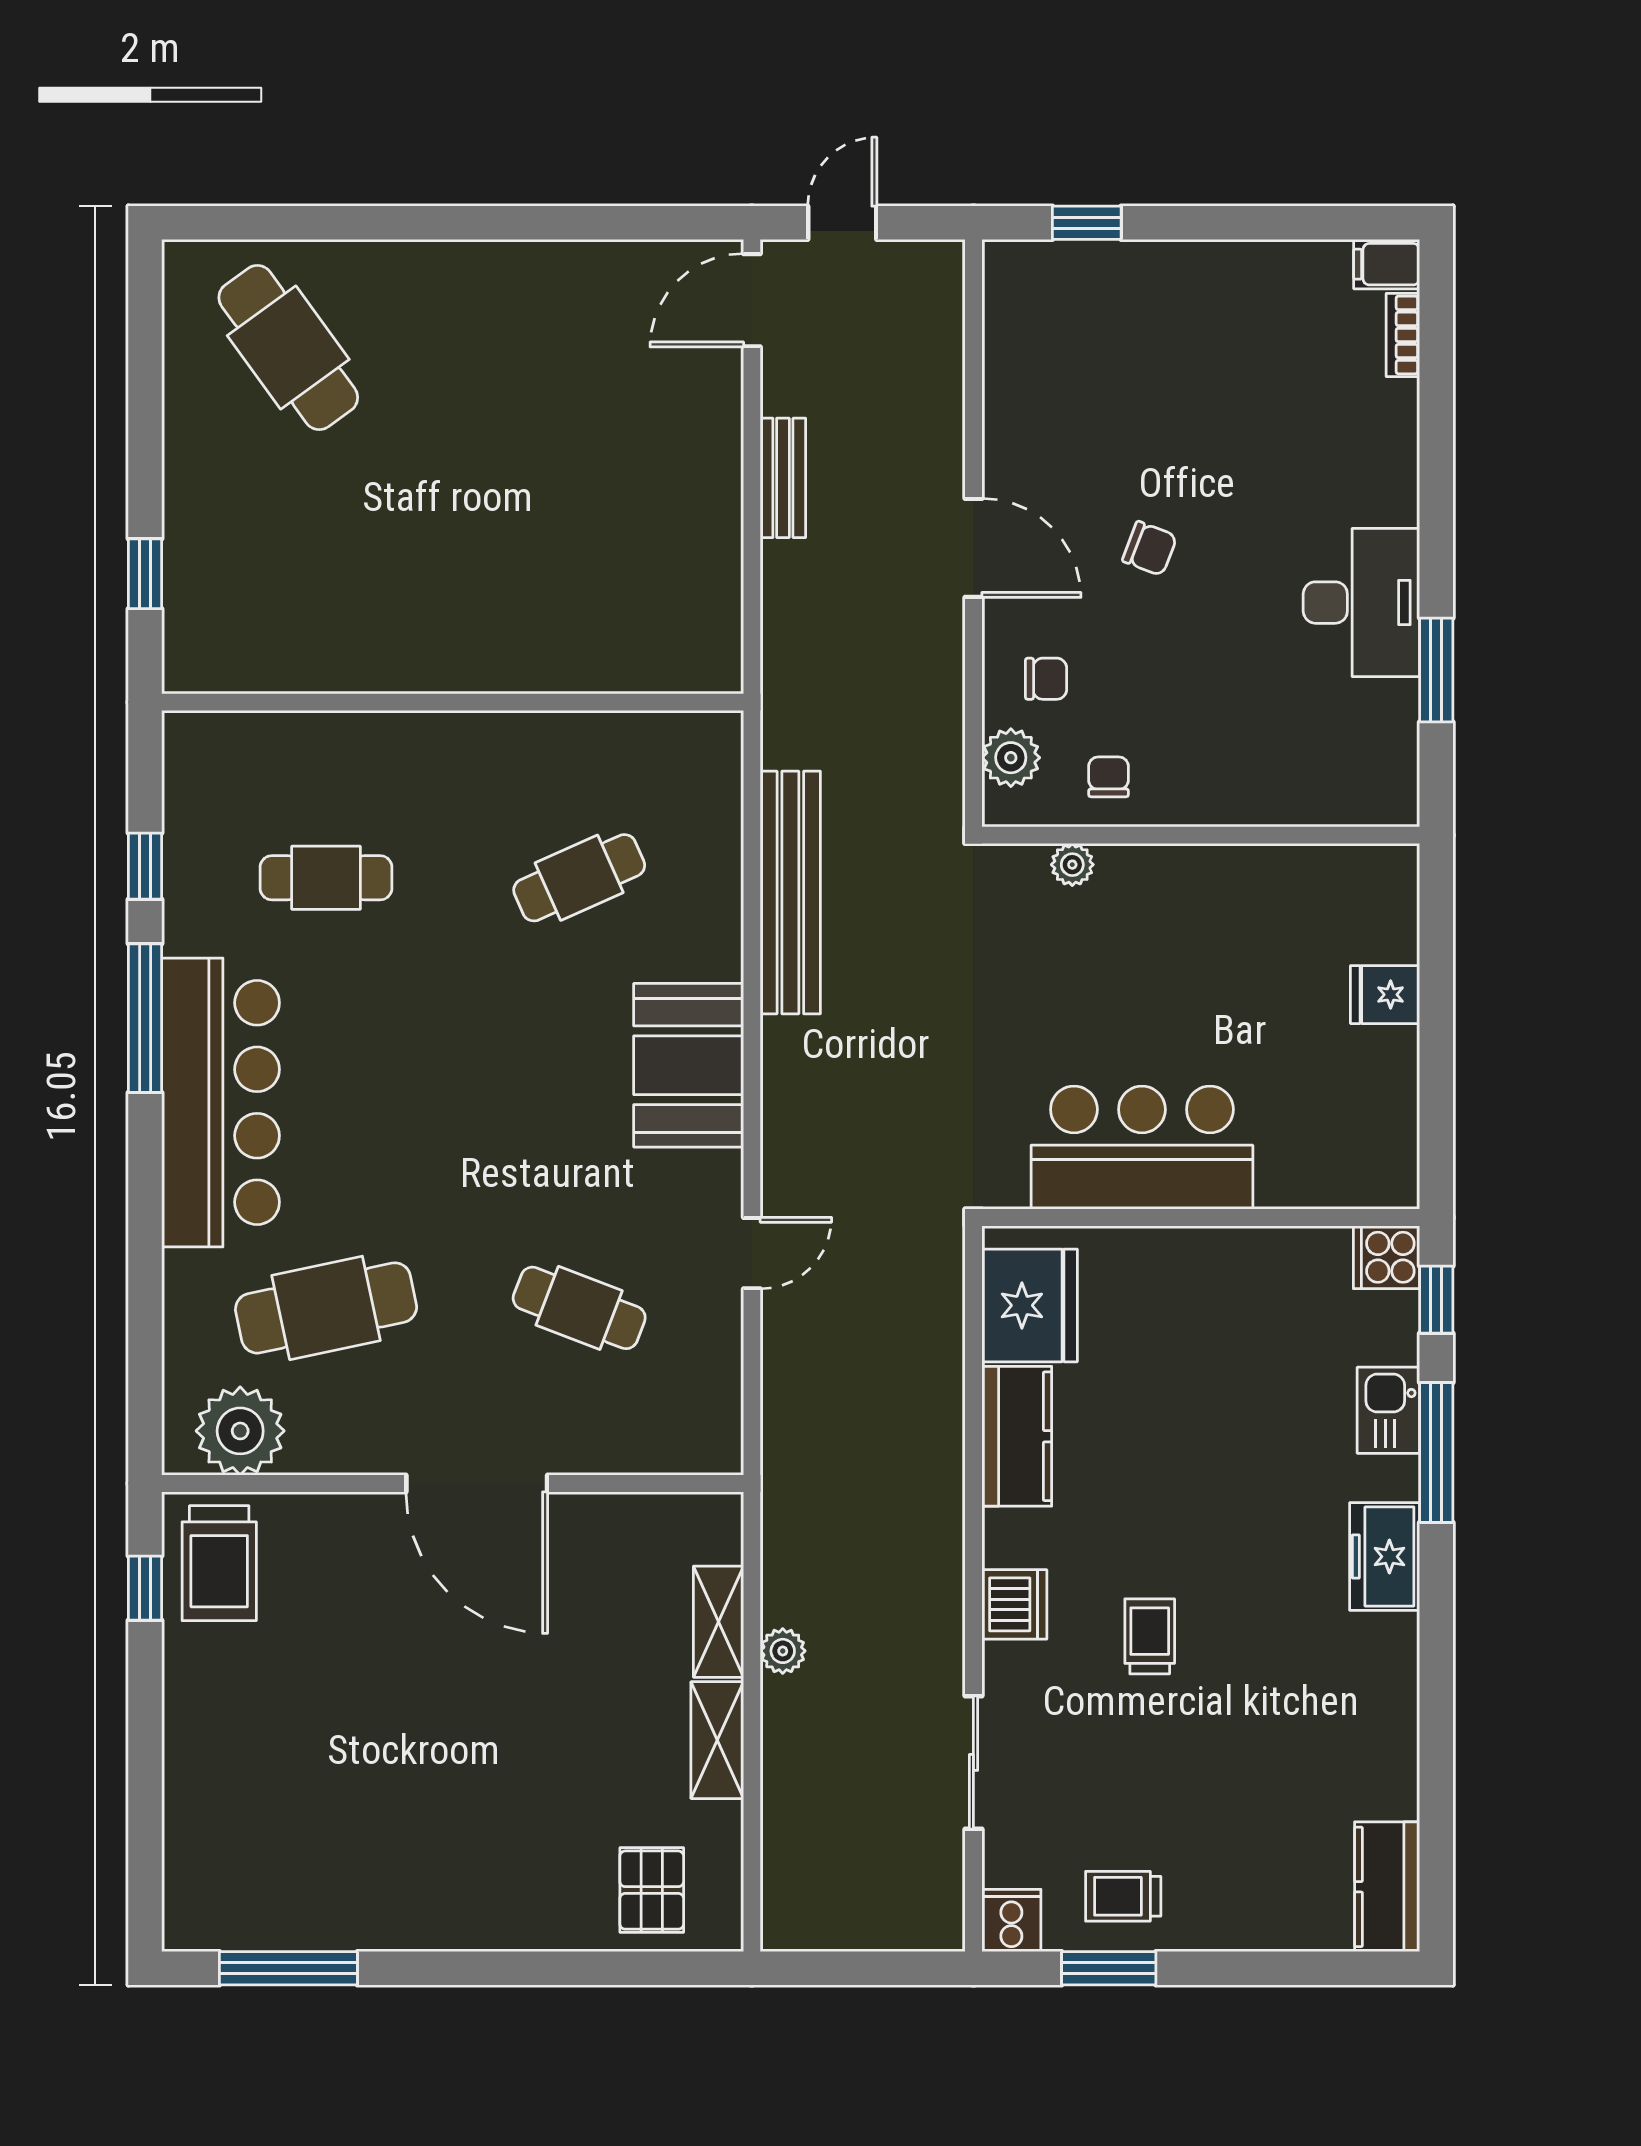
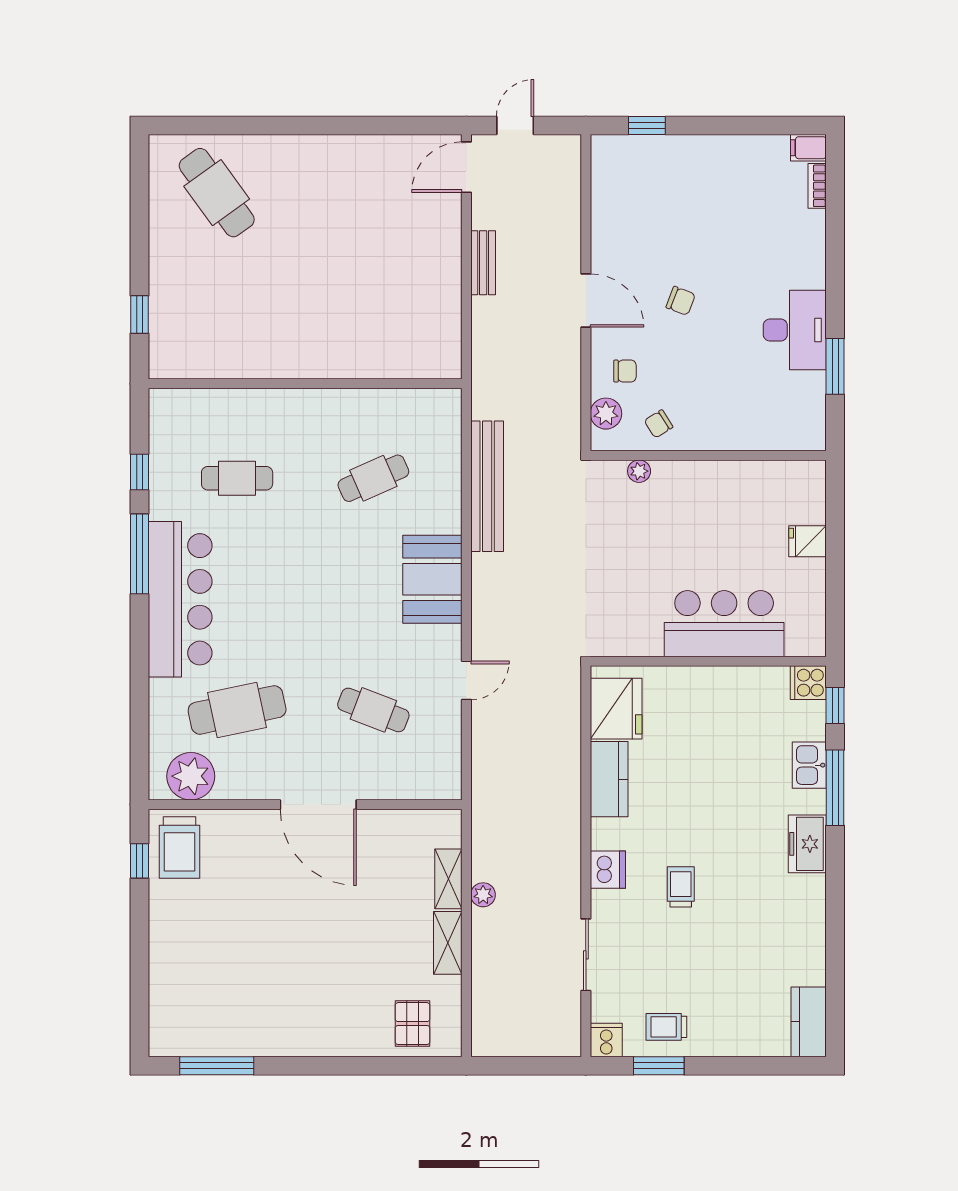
chair: (1108, 777) -> (659, 424), turned -122
bar counter: (1142, 1148) -> (724, 624), moved

